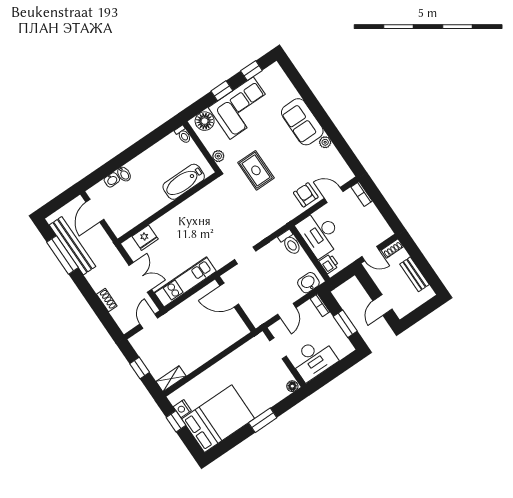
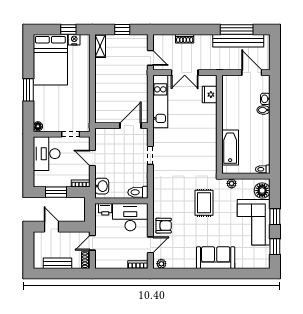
plant: (325, 142) -> (161, 264), moved
rug: (256, 170) -> (204, 203), turned 90

